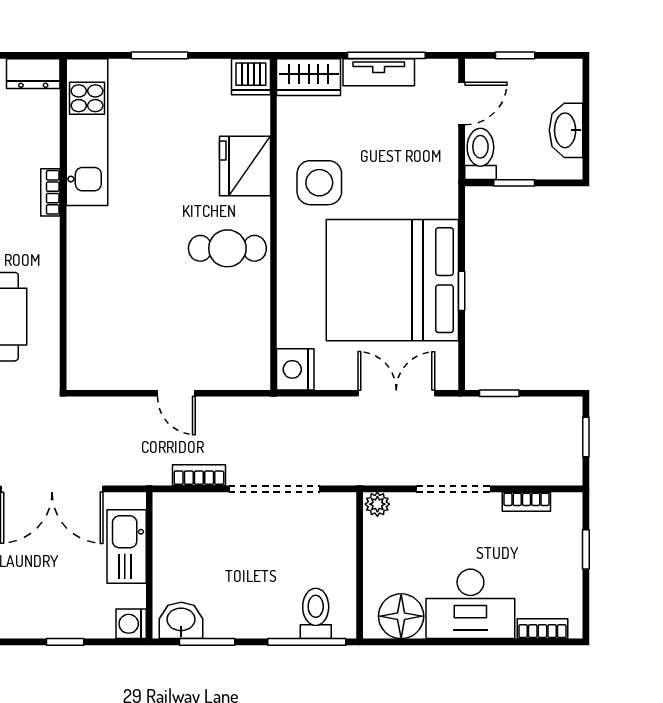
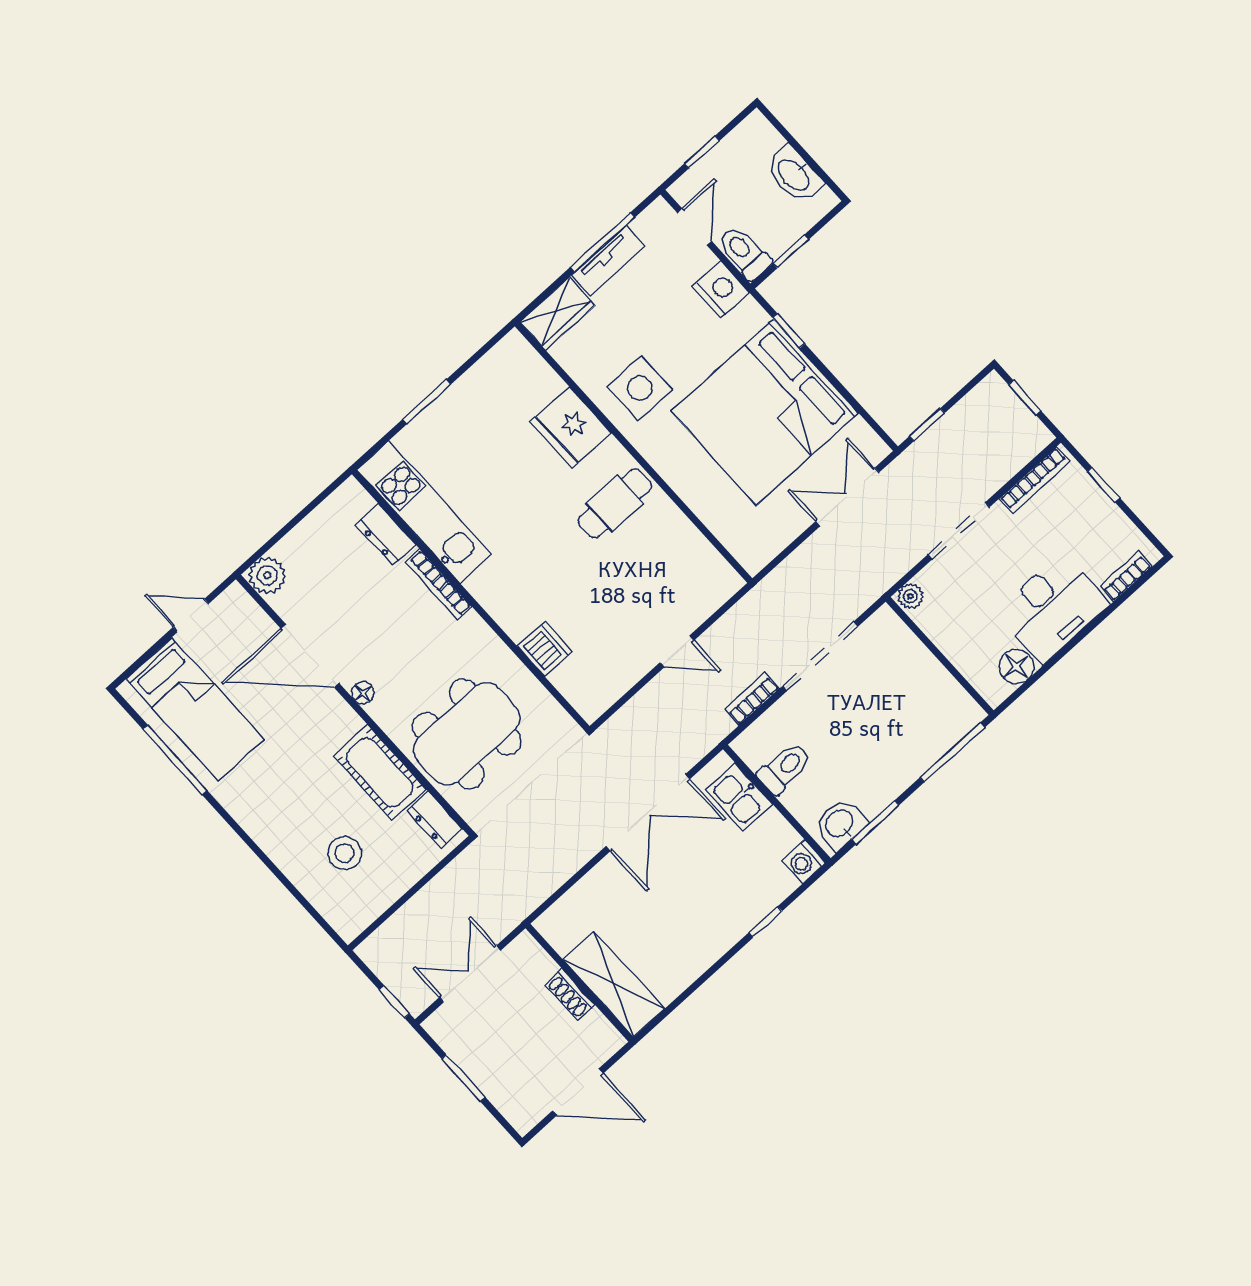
dresser: (33, 74) -> (386, 534), moved, turned 90
dishwasher: (251, 77) -> (545, 649), moved, turned -90
bookcase: (50, 192) -> (438, 584), width x1.56
window: (462, 291) -> (789, 331), moved
nightstand: (295, 369) -> (721, 290), moved, turned 180
bookcase: (526, 502) -> (1035, 480), width x1.56
kitchen sink: (127, 547) -> (739, 797), width x0.73
toilet: (316, 613) -> (785, 768), moved, turned 90
floor lamp: (401, 616) -> (1016, 667), width x0.73, depth x0.73

